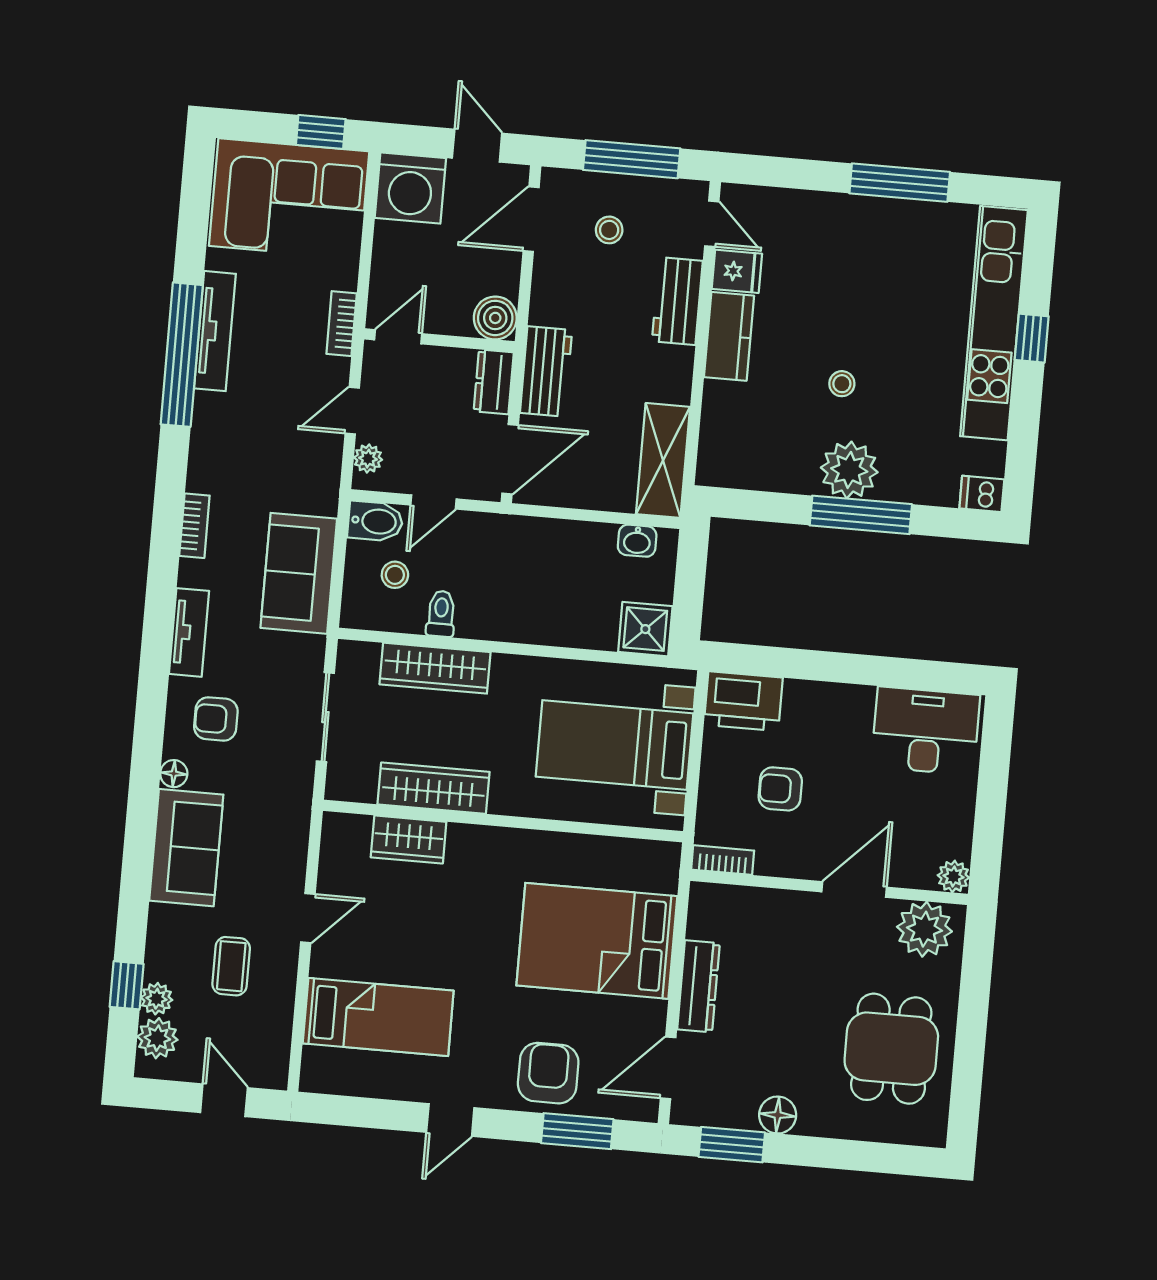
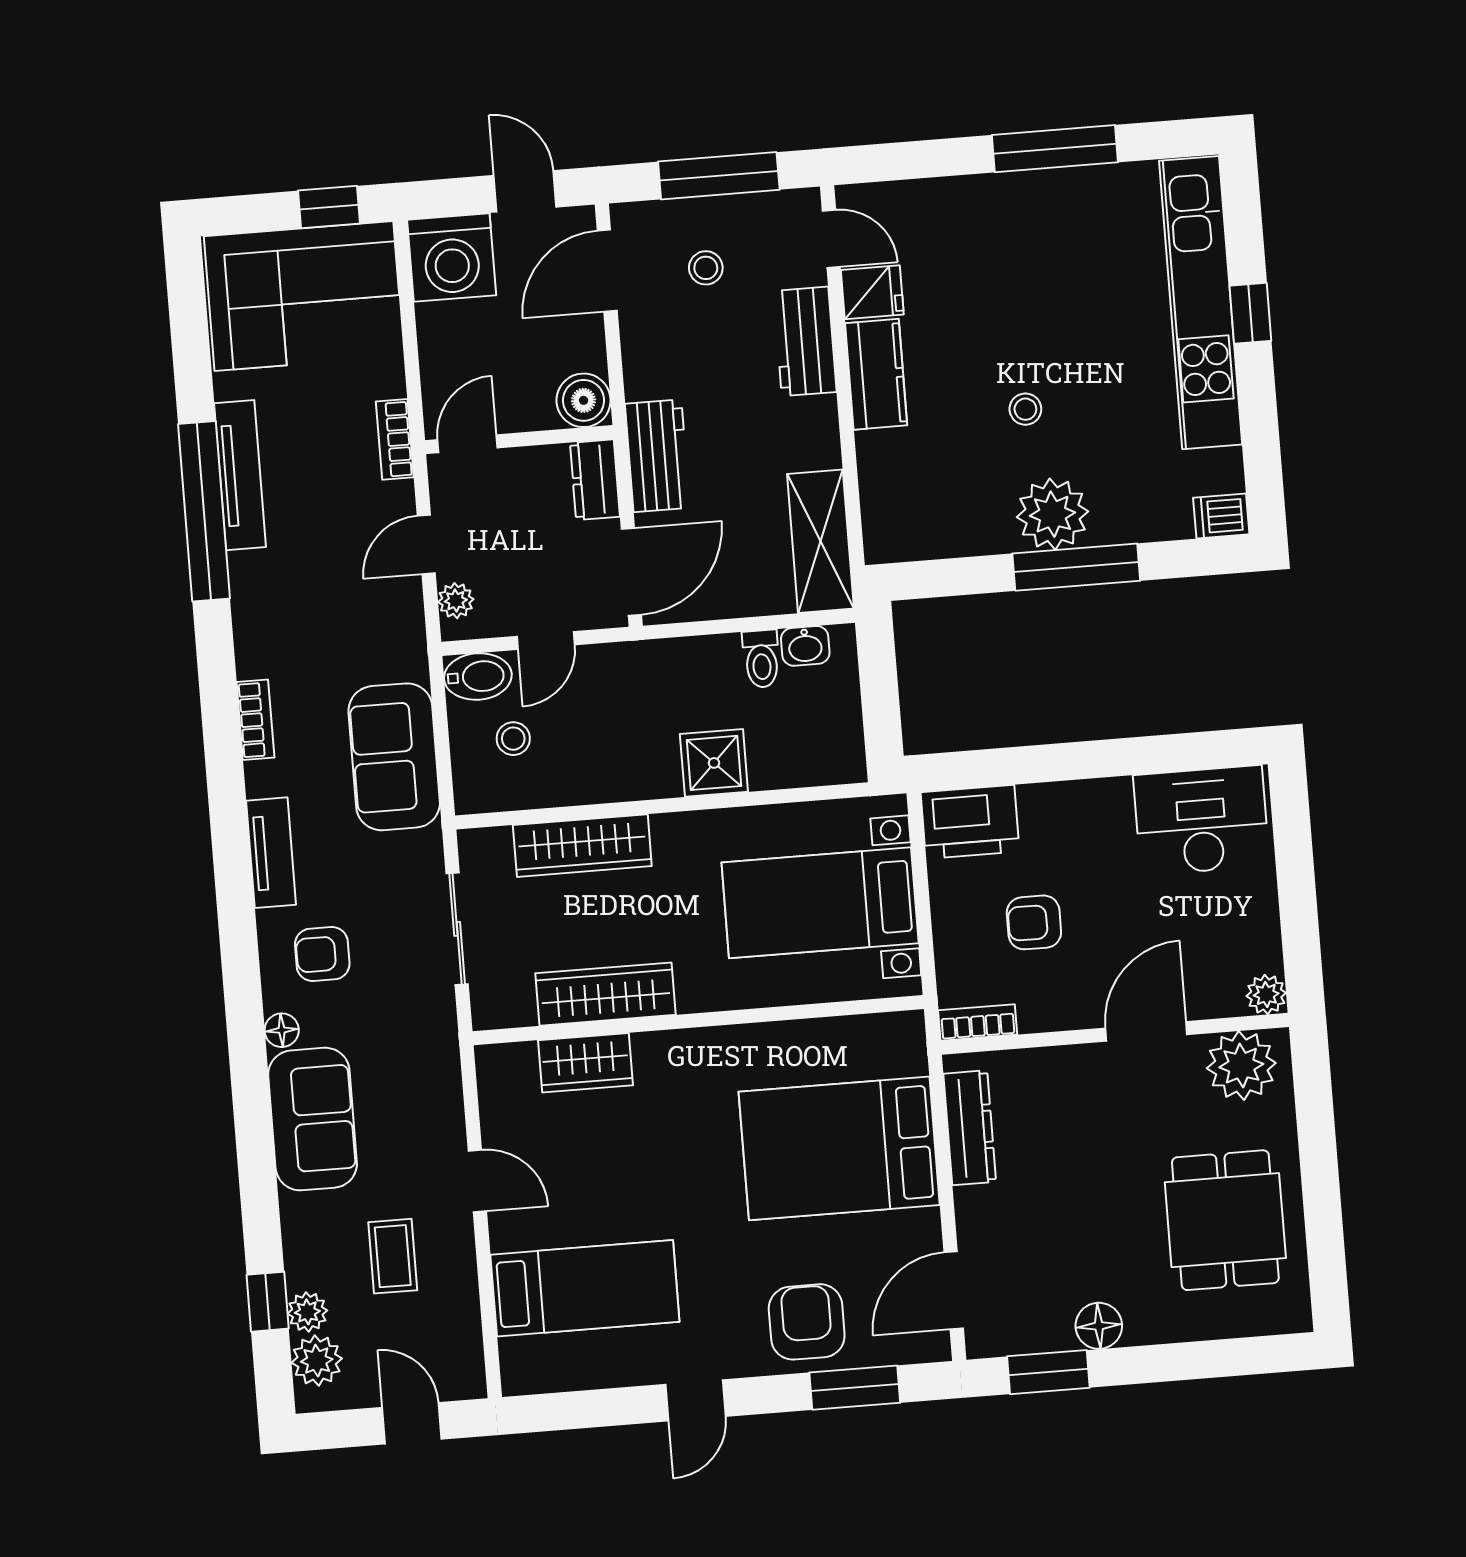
toilet: (441, 614) -> (761, 659), moved, turned 180
shower: (645, 629) -> (714, 763), moved
door: (308, 918) -> (477, 1181), hinge flipped
dresser: (698, 986) -> (970, 1128), moved

